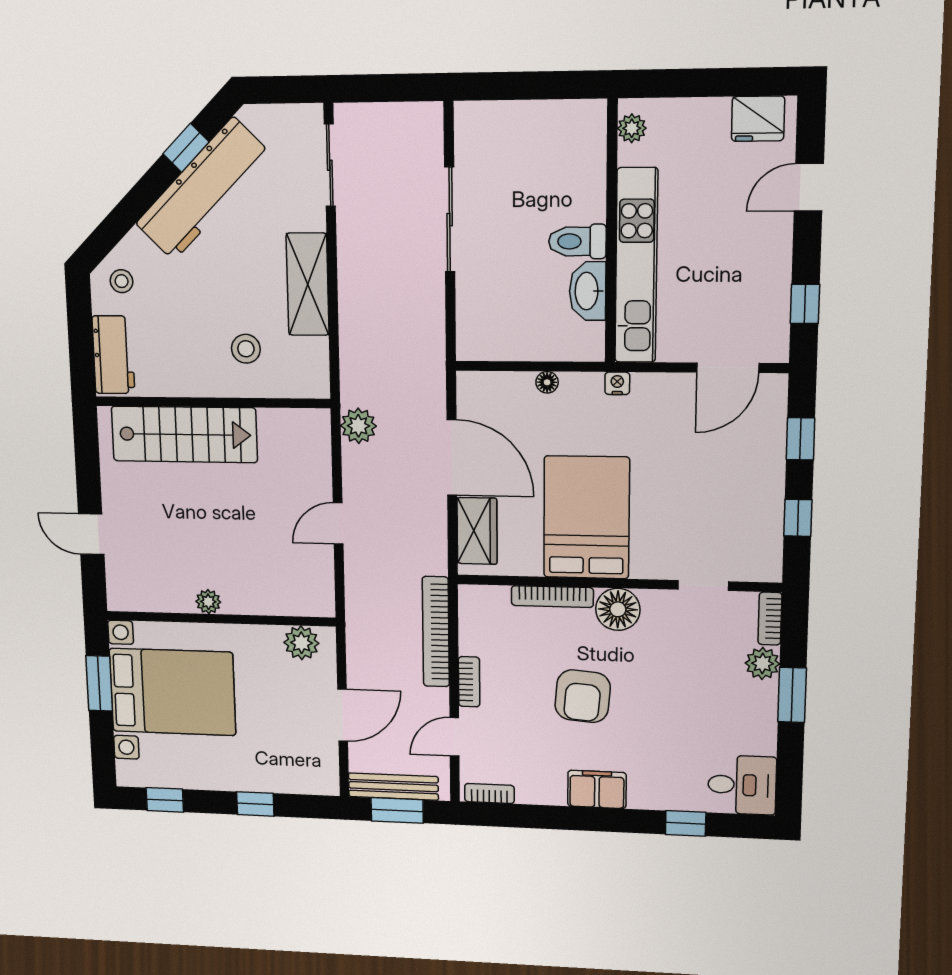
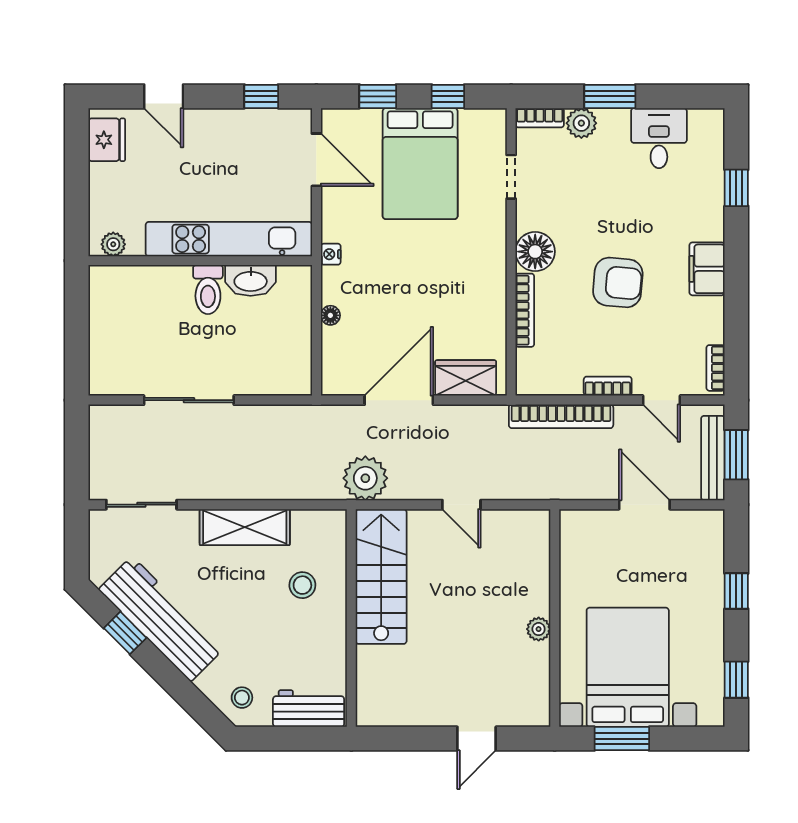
plant: (358, 426) -> (365, 478), width x1.36, depth x1.36
stairs: (184, 434) -> (381, 577), moved
bed: (586, 517) -> (420, 164), moved, turned -90
plant: (301, 643) -> (576, 542), removed
desk: (742, 785) -> (659, 138), moved

